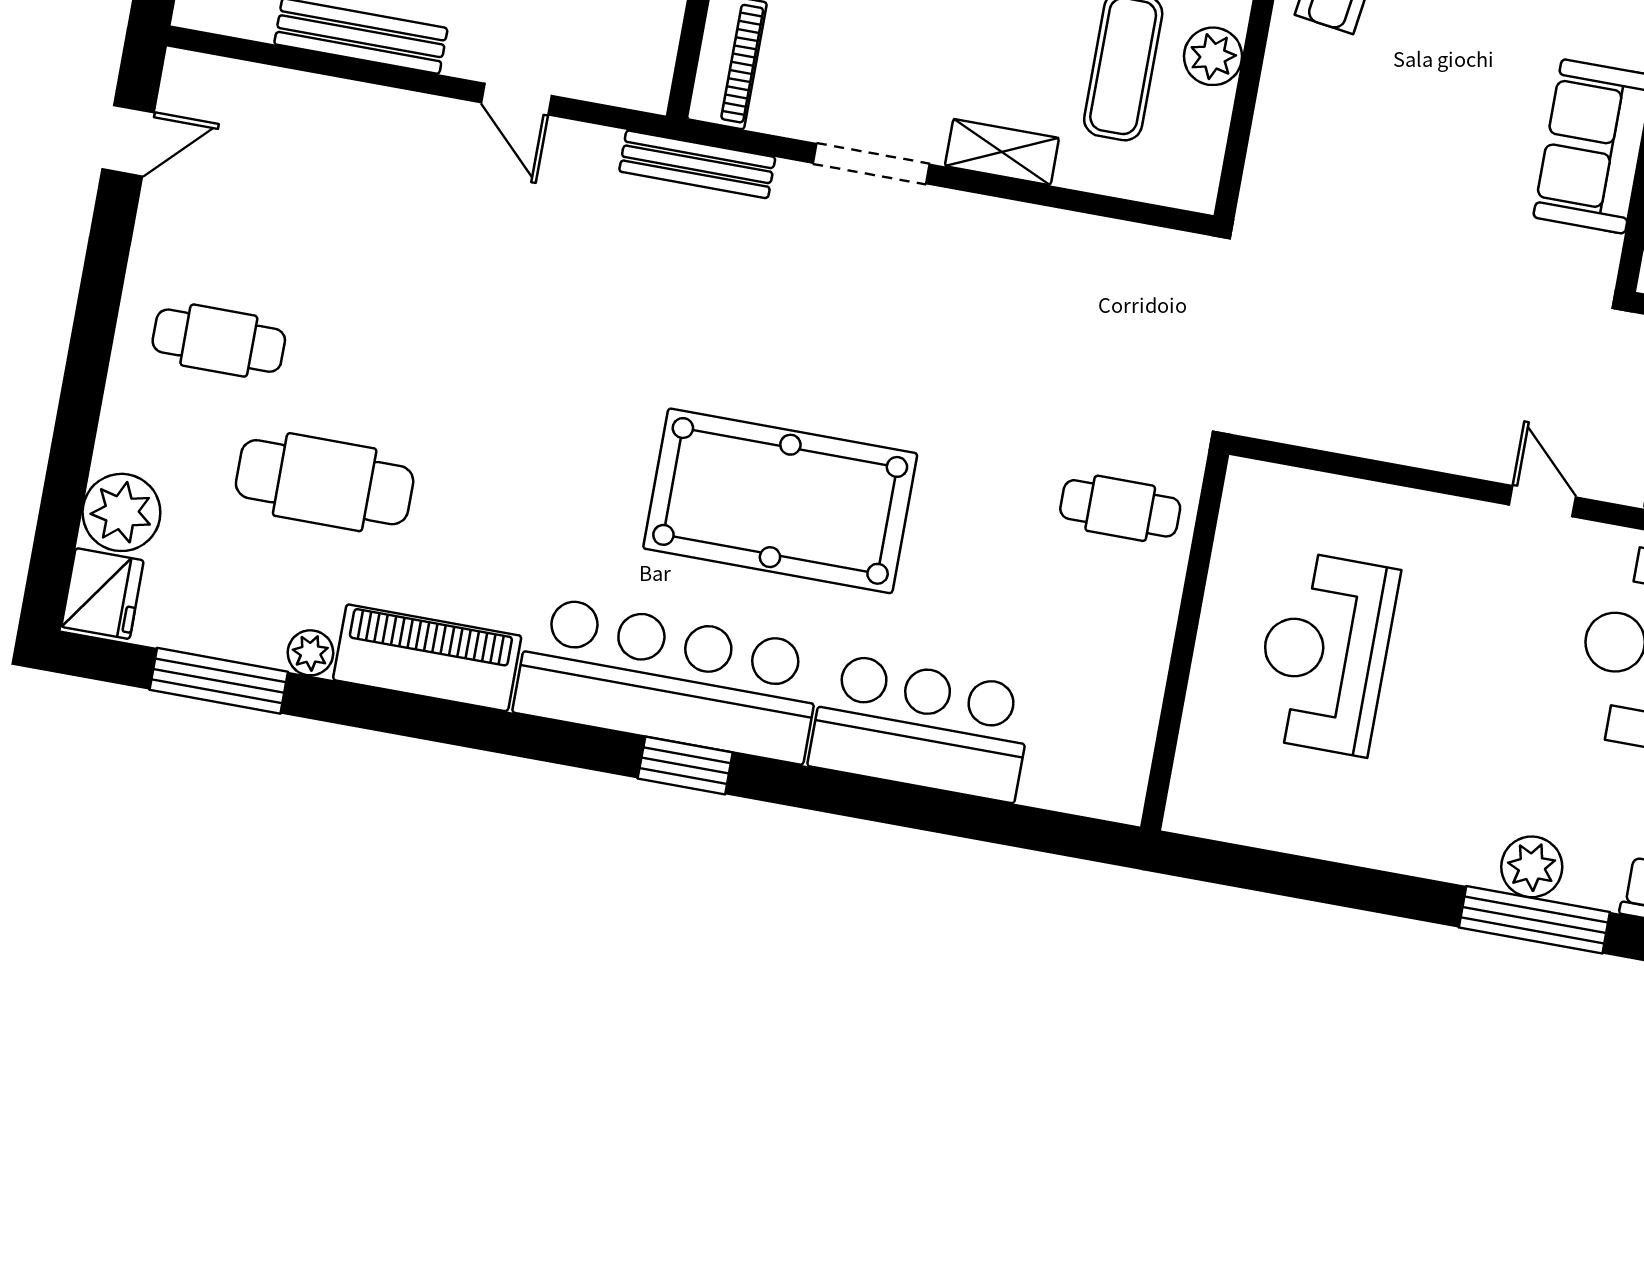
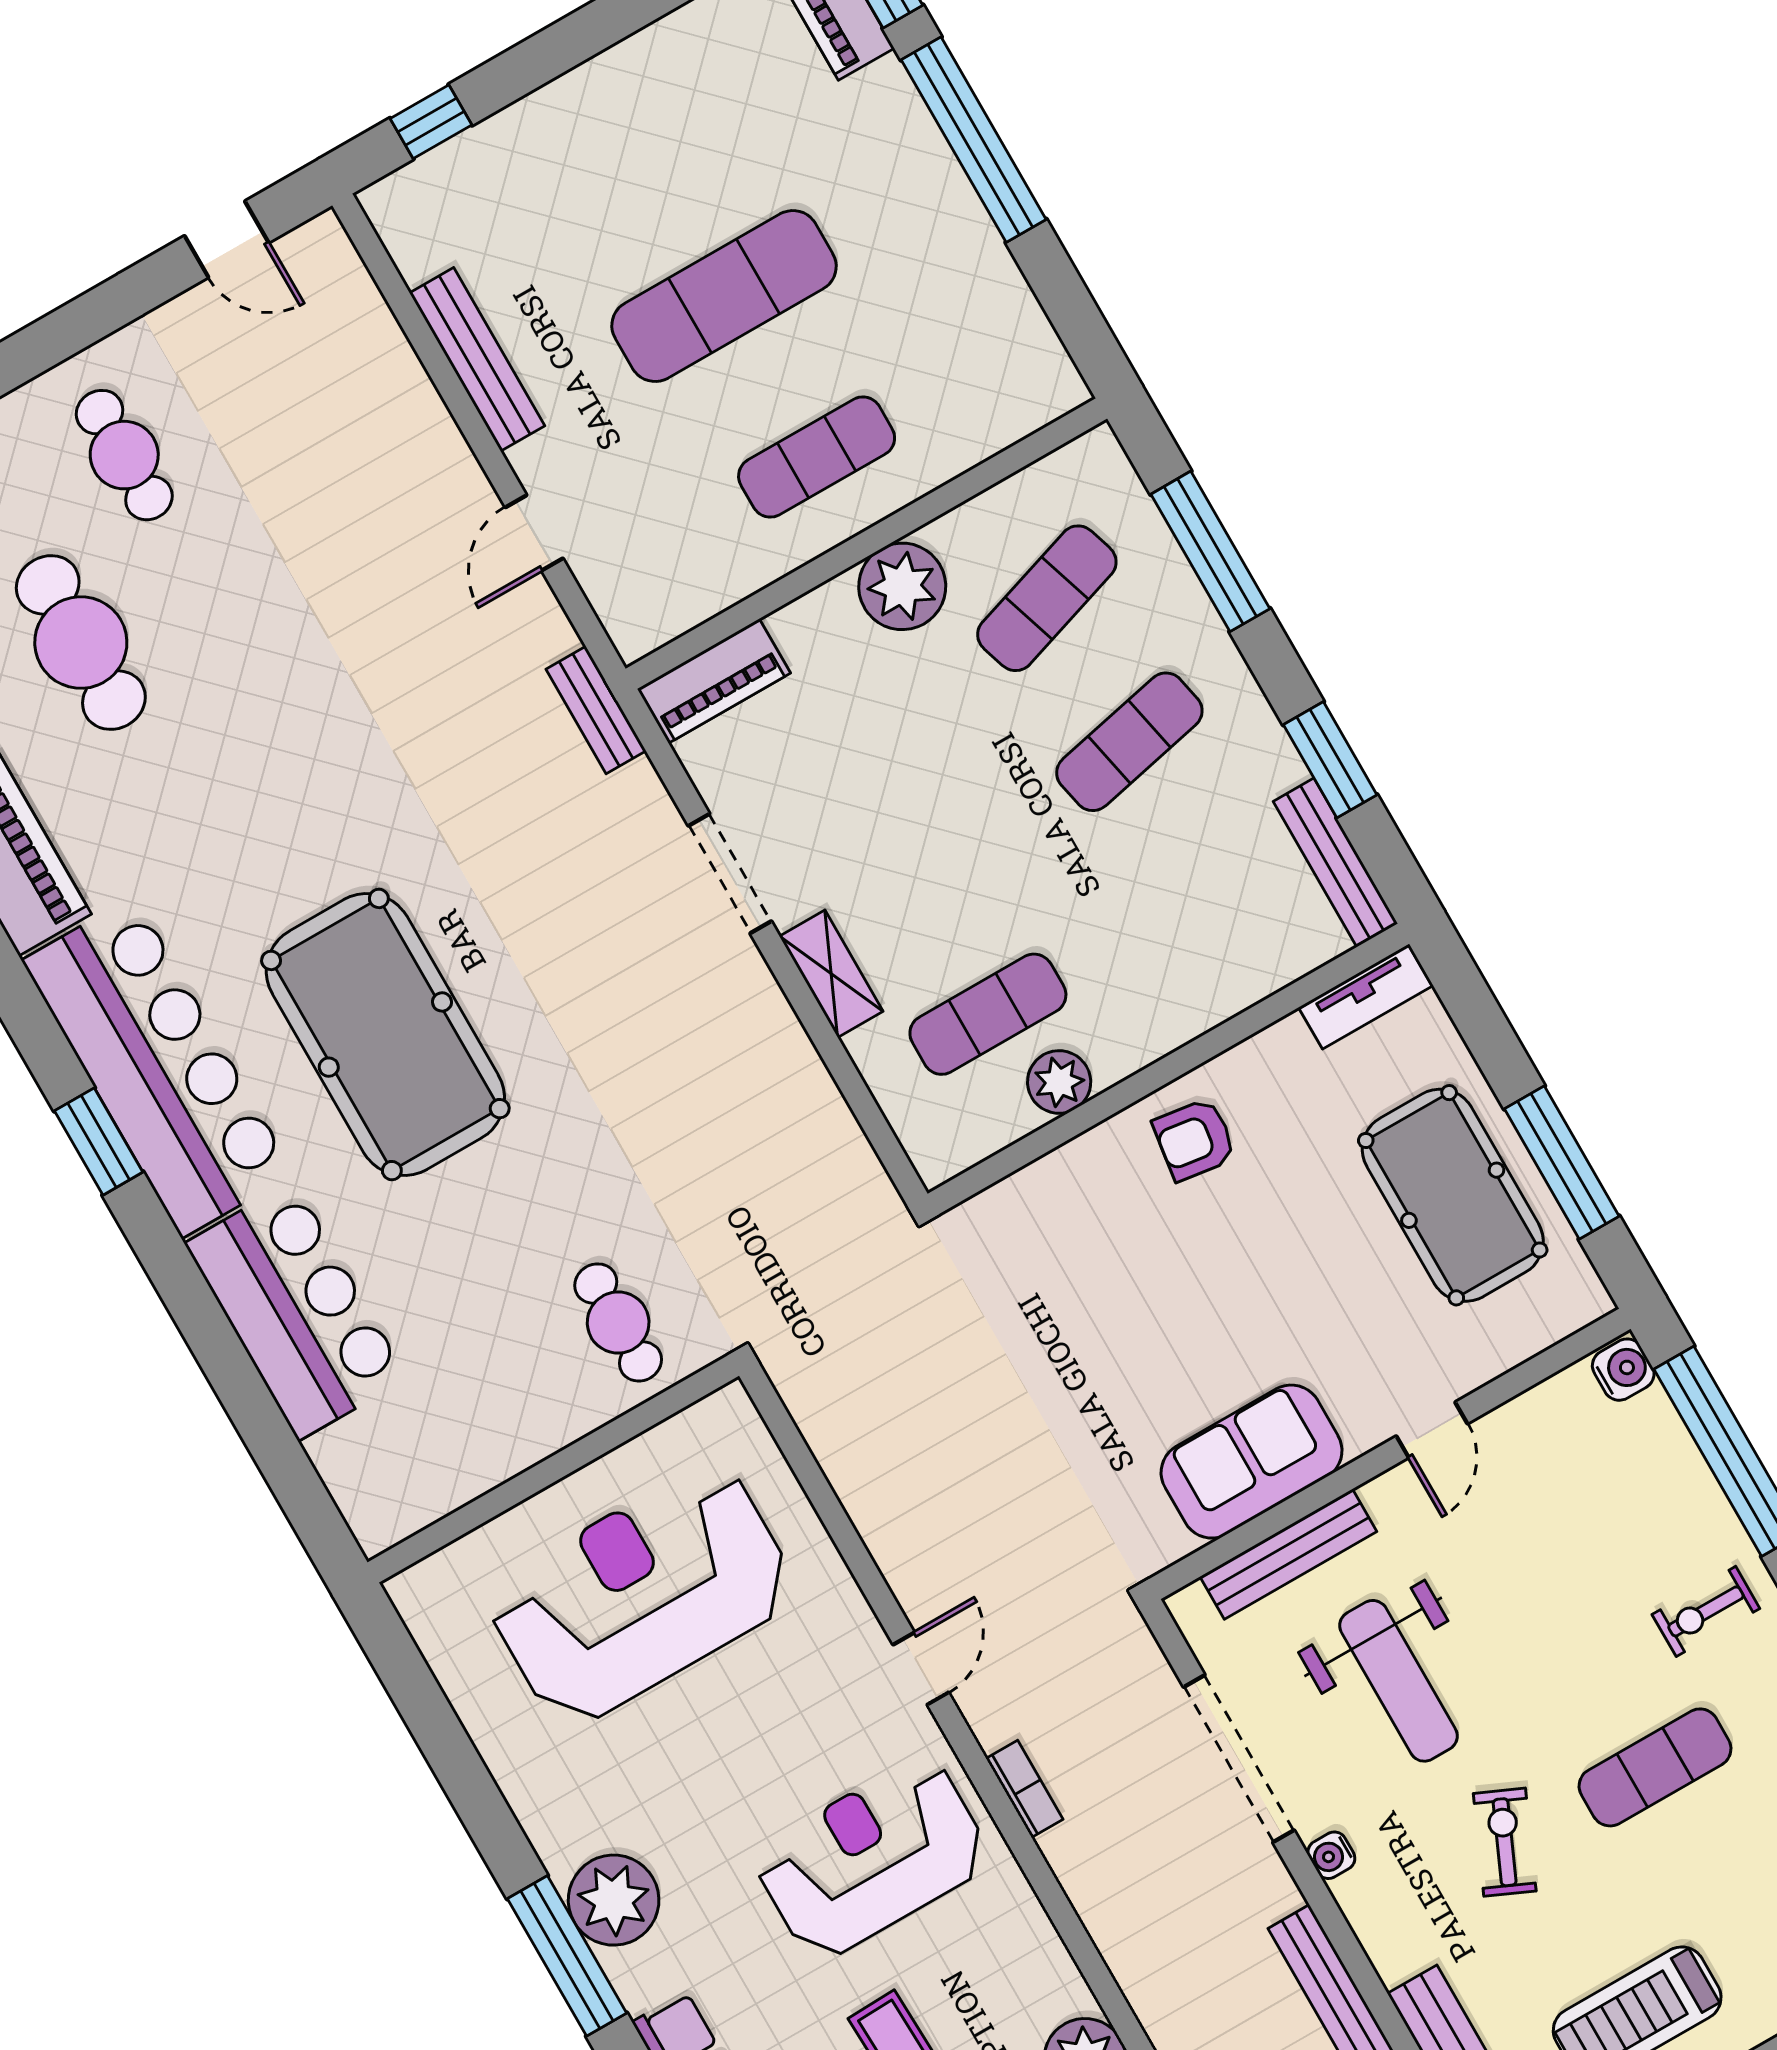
bench: (697, 164) -> (596, 710), width x0.73
reception desk: (1325, 653) -> (642, 1594), width x1.36, depth x1.30
plant: (1532, 867) -> (614, 1900), width x1.36, depth x1.36

